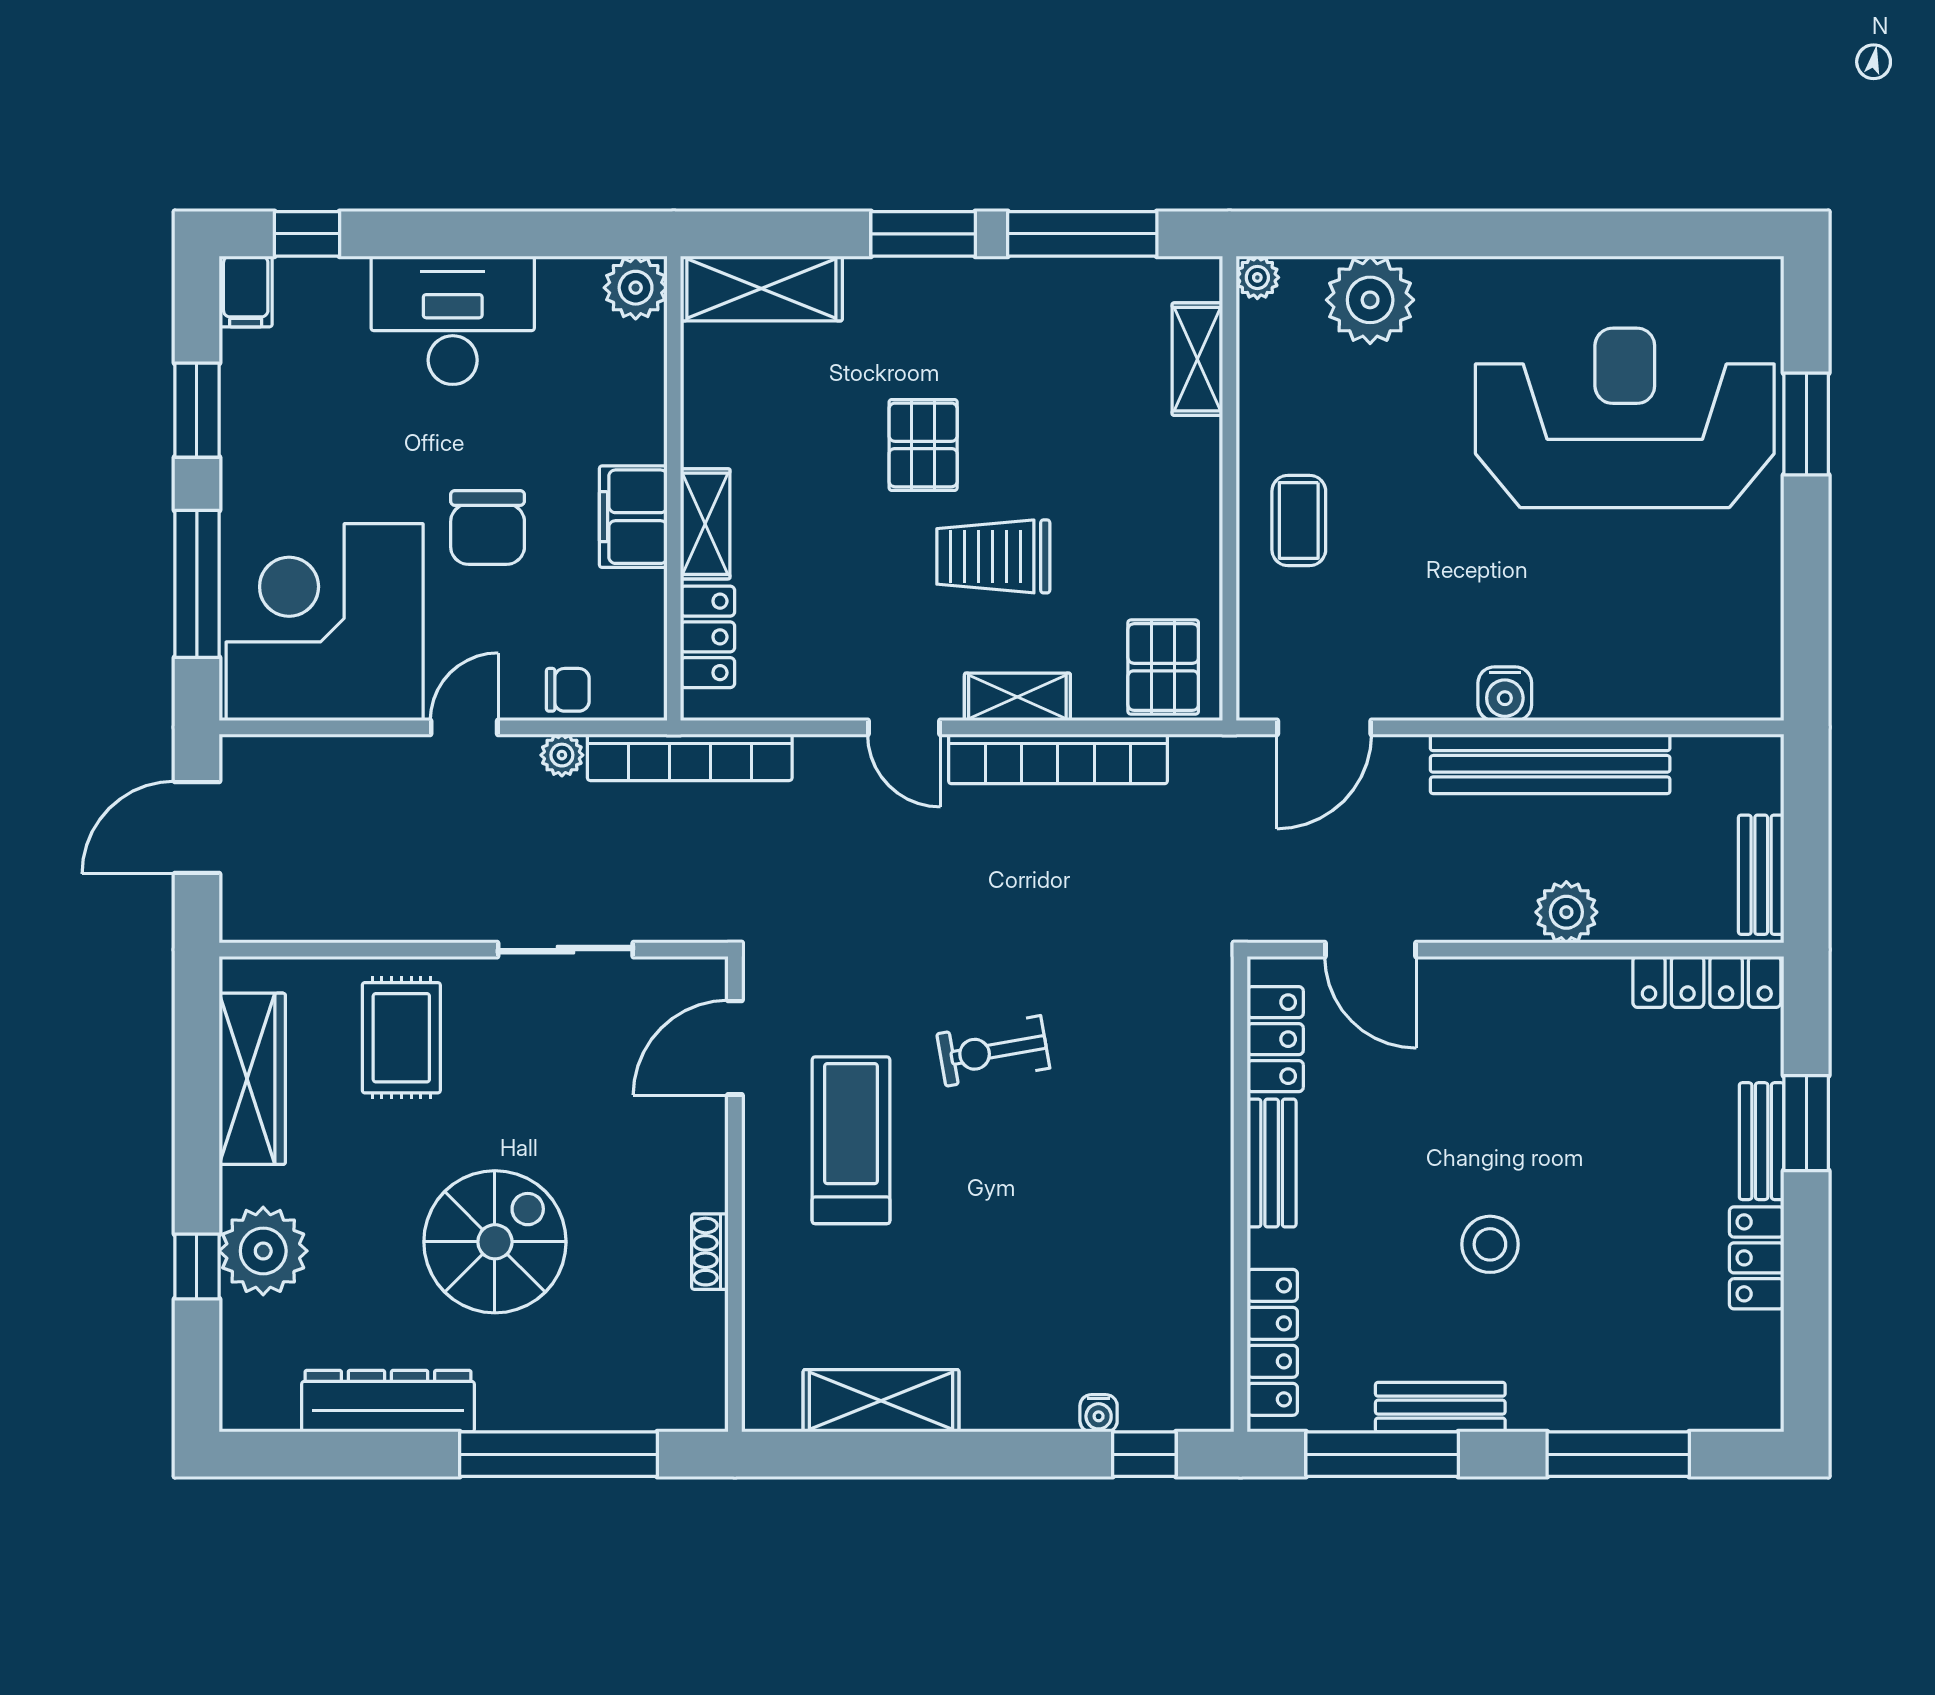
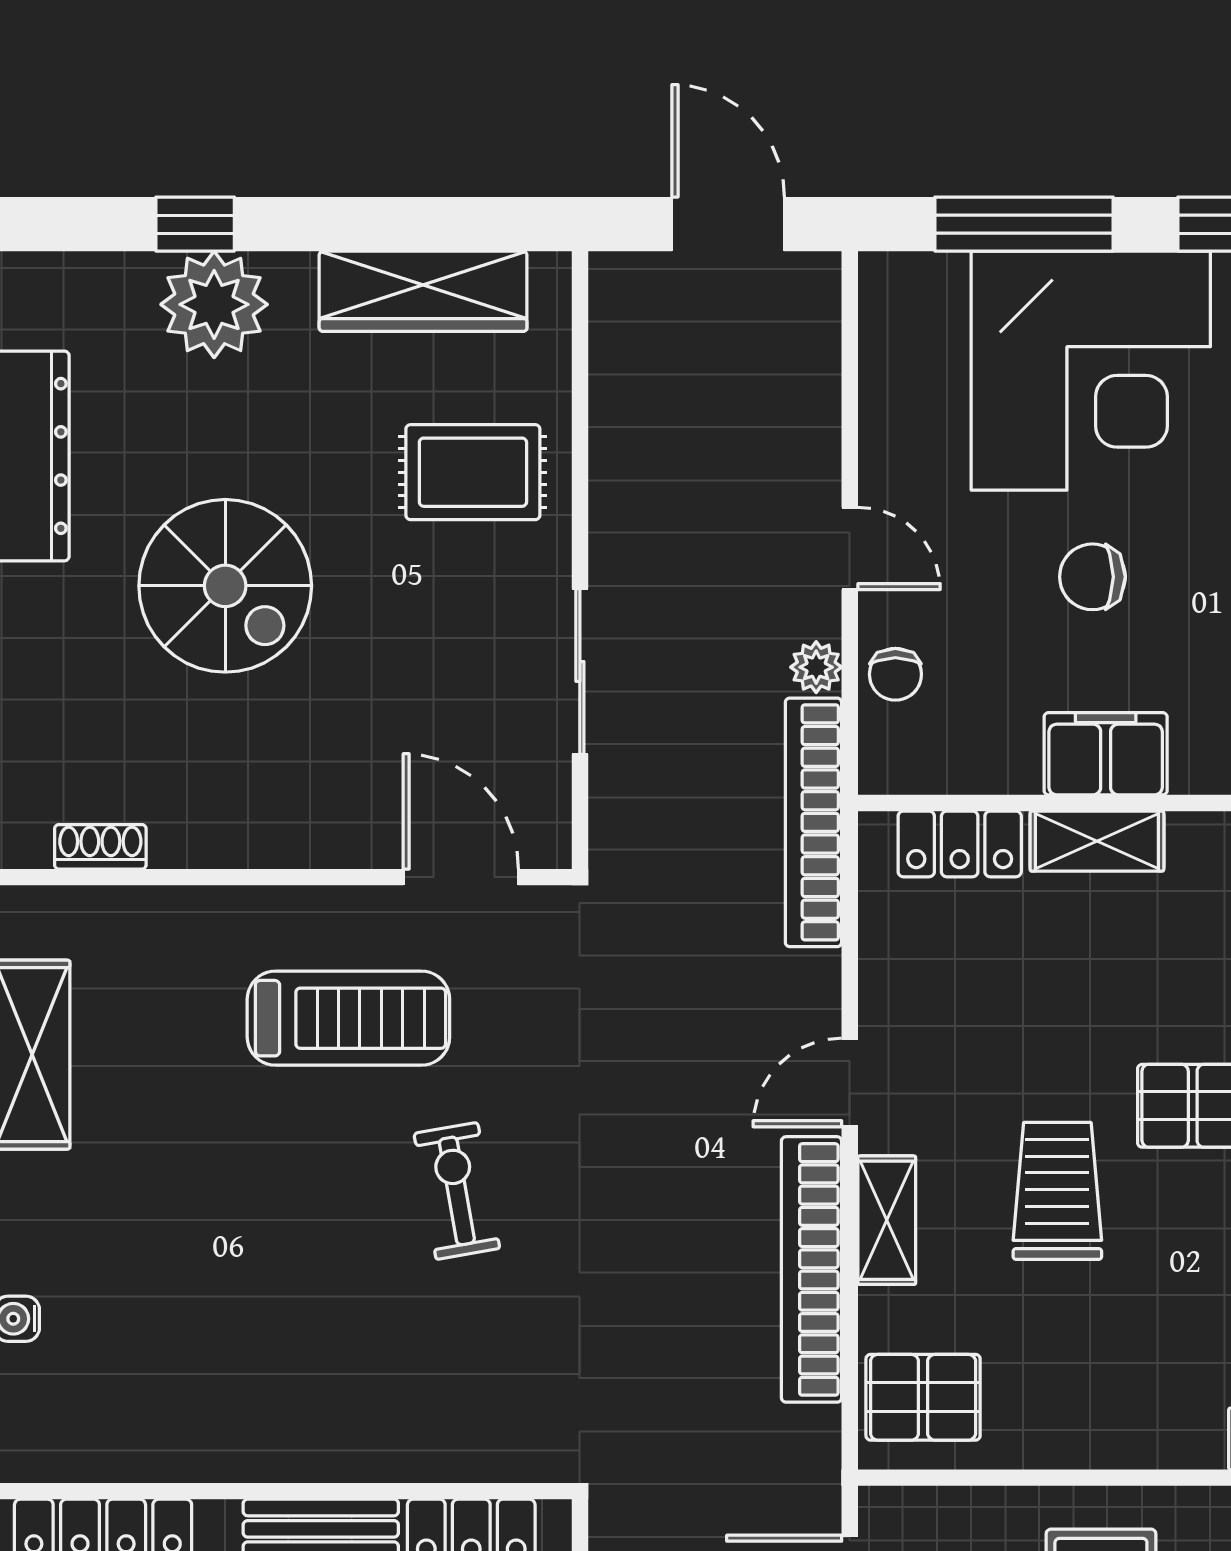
chair: (488, 527) -> (1092, 577), width x0.73, depth x0.73
corner desk: (325, 622) -> (1091, 371), moved, turned 90
shoe rack: (710, 1252) -> (100, 847), moved

